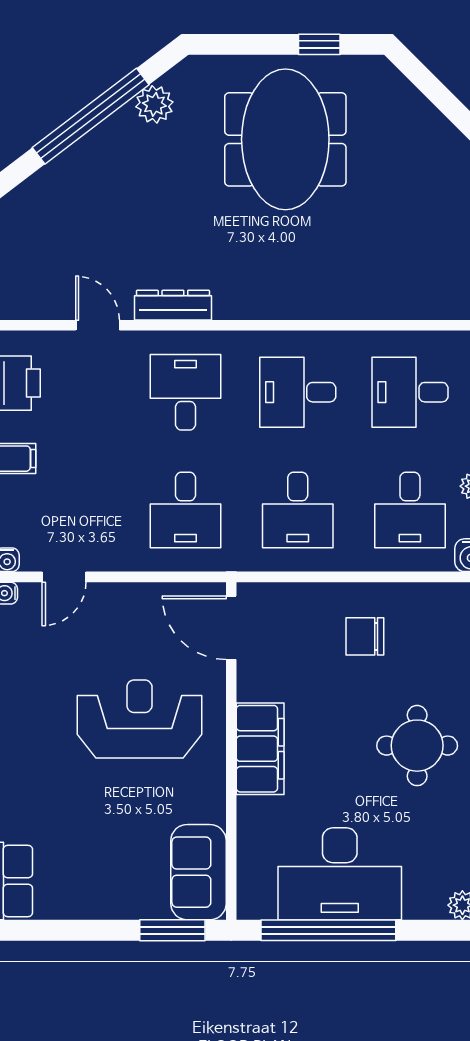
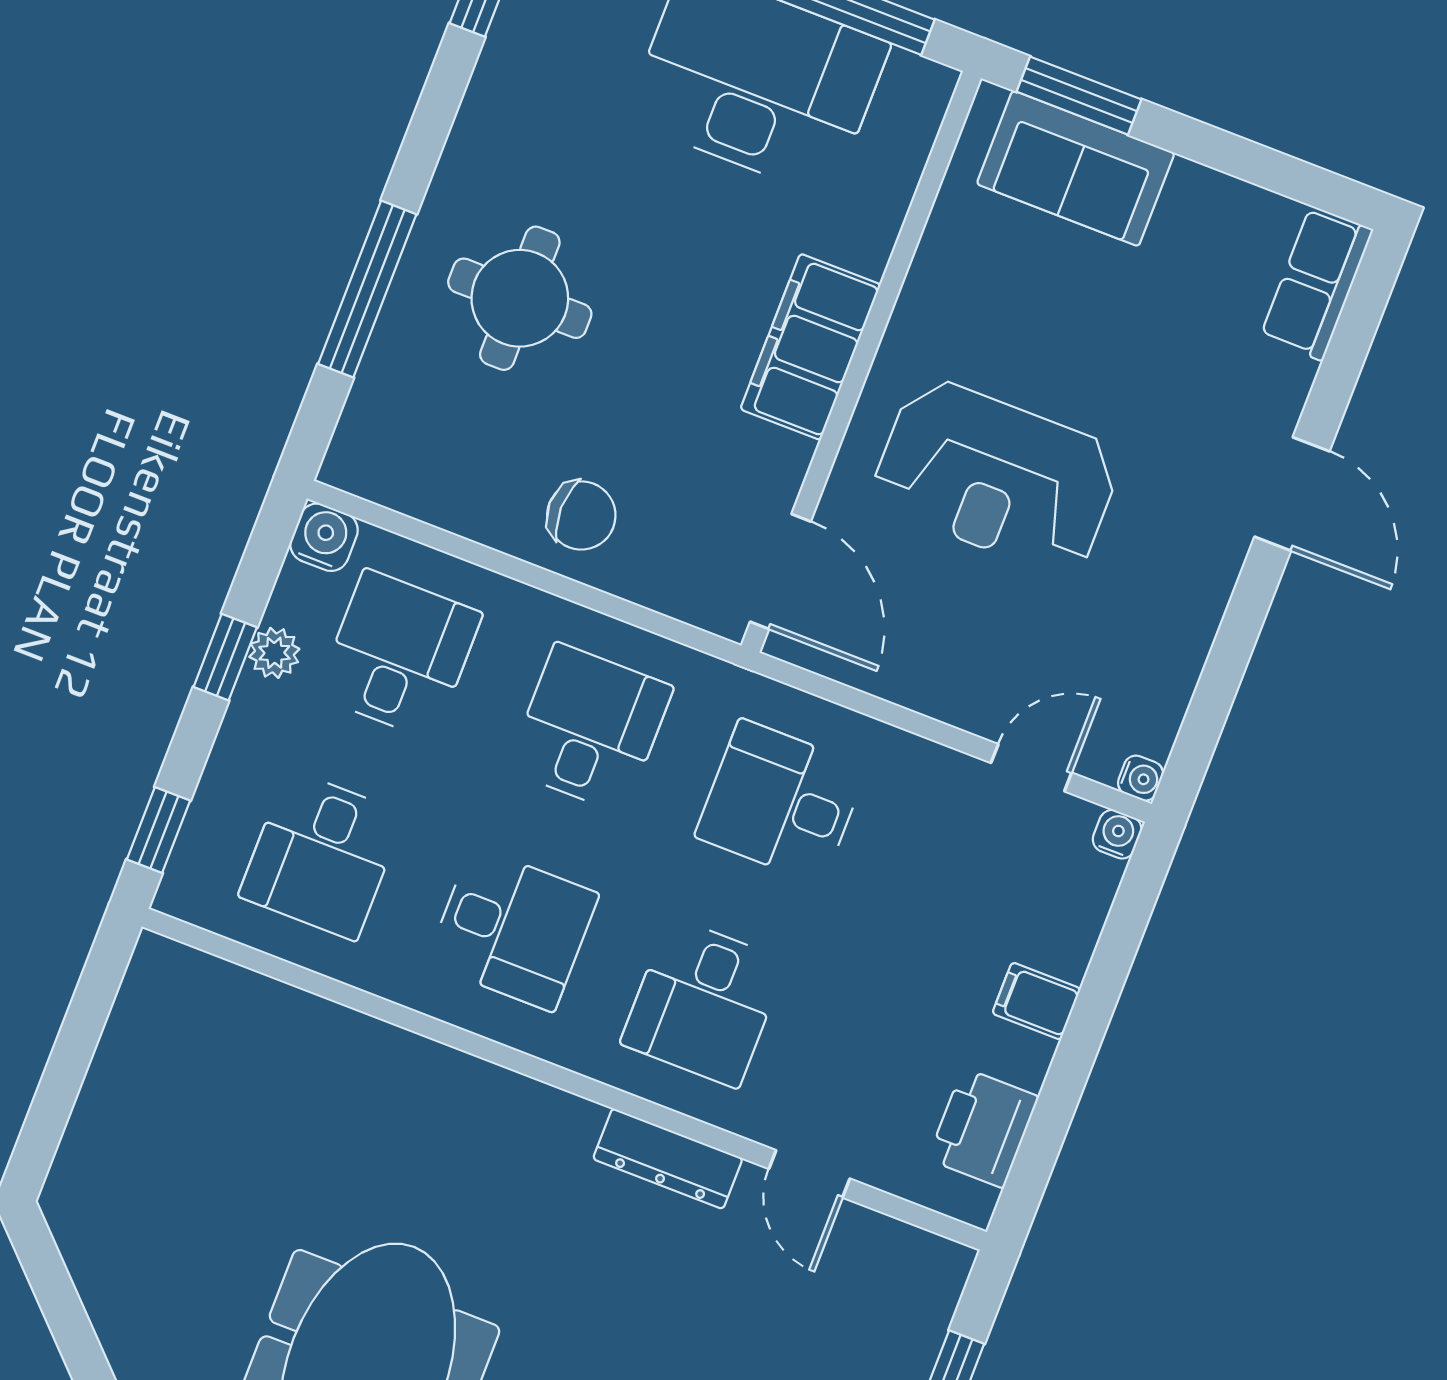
desk: (410, 392) -> (322, 855), turned 90
desk: (185, 510) -> (781, 802), turned -90
chair: (365, 636) -> (581, 515), moved
round table: (417, 746) -> (520, 298), moved
sofa: (198, 872) -> (1076, 168), moved, turned 90

